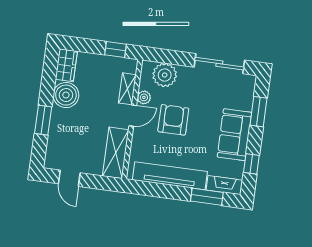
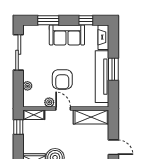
plant: (165, 75) -> (27, 86), width x0.53, depth x0.53
shelving: (127, 89) -> (34, 115), moved
armchair: (173, 120) -> (62, 79), turned -90
door: (69, 178) -> (113, 147), hinge flipped
window: (207, 197) -> (113, 69), moved

